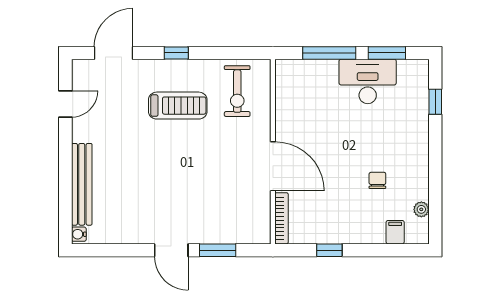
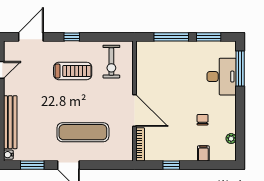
desk: (368, 81) -> (222, 77), moved, turned 90
window: (435, 102) -> (240, 69), width x2.17
exercise mat: (193, 200) -> (83, 132), added
filing cabinet: (395, 232) -> (203, 153), moved
window: (218, 250) -> (32, 165), moved

